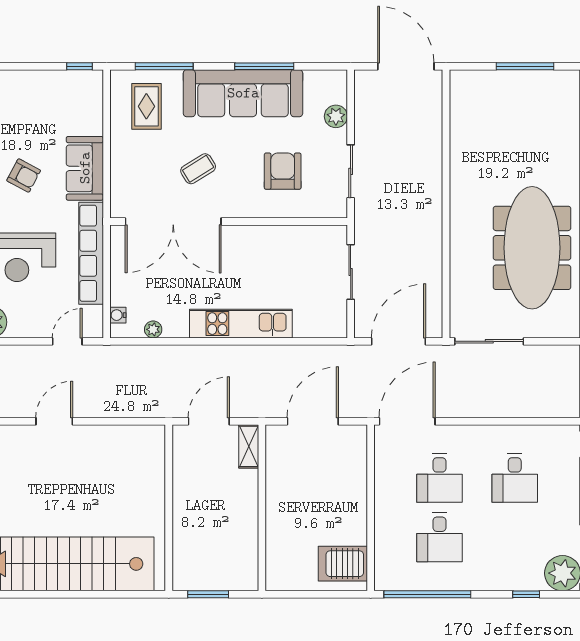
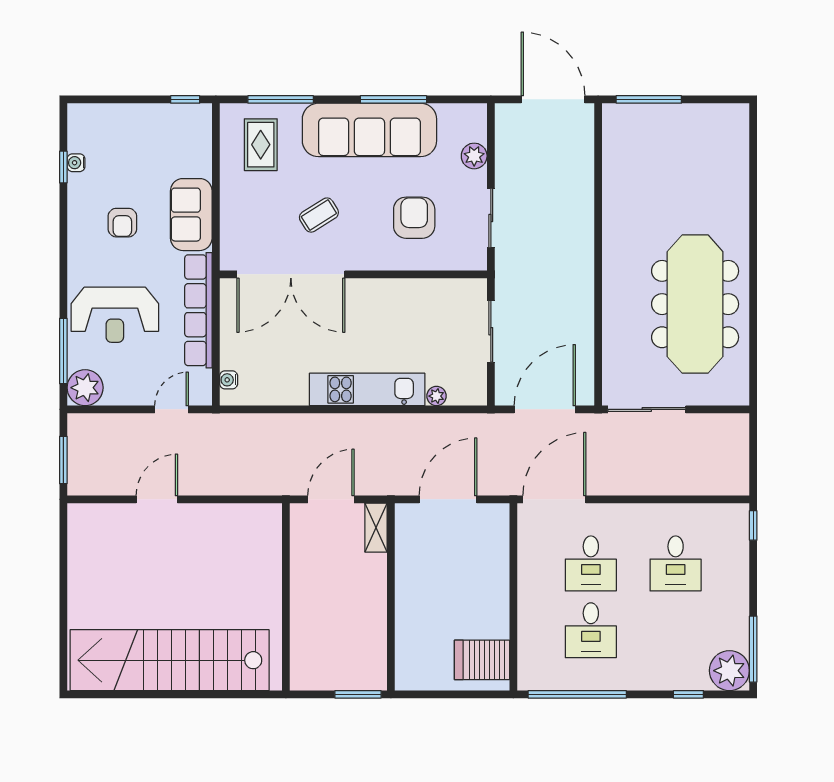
window: (525, 66) -> (649, 99), moved
armchair: (24, 176) -> (122, 223), turned 62
plant: (153, 329) -> (436, 396), moved
window: (208, 594) -> (358, 694), moved

